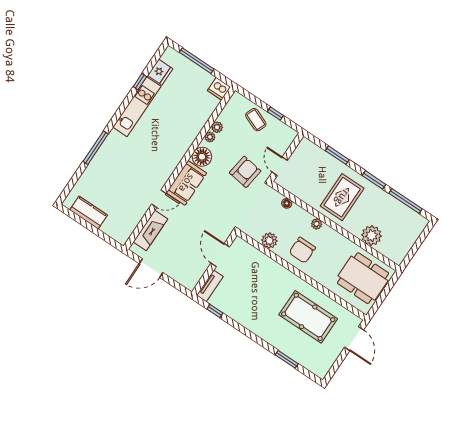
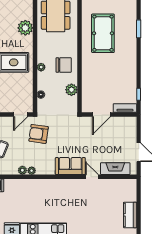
floor lamp: (202, 157) -> (47, 167), removed

